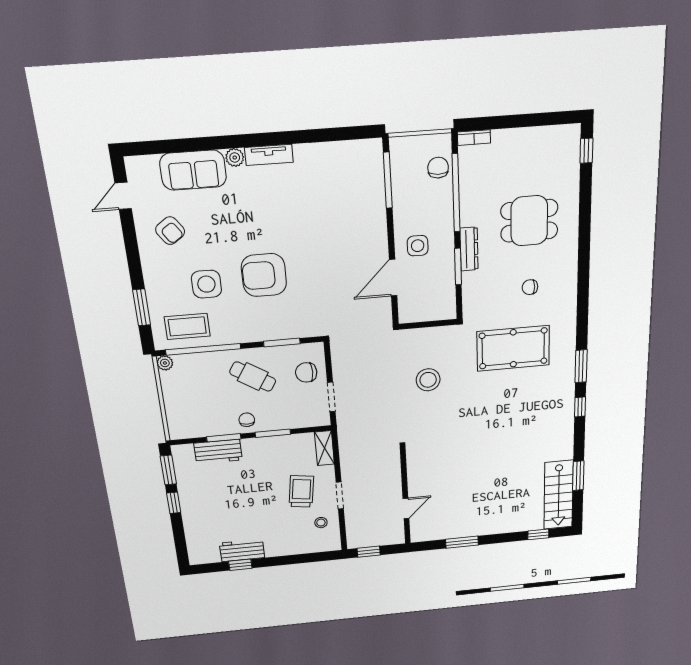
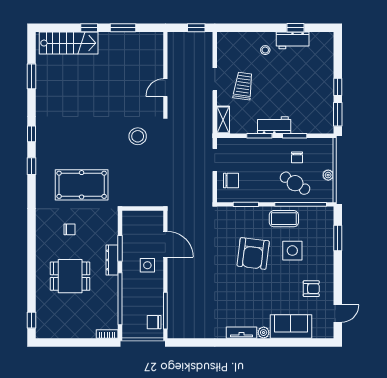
chair: (438, 168) -> (154, 322), moved, turned 89
armchair: (170, 231) -> (311, 289), turned 125
armchair: (264, 275) -> (253, 253), turned 97
door: (393, 278) -> (165, 244), hinge flipped
coffee table: (187, 326) -> (284, 219), moved
plant: (165, 363) -> (328, 175), moved
window: (581, 366) -> (31, 166), width x0.67
cafe table: (253, 377) -> (295, 183), moved
stool: (428, 380) -> (138, 136), moved
chair: (247, 420) -> (297, 157), moved
workbench: (218, 452) -> (274, 125), moved
trolley: (301, 491) -> (243, 86), turned 180
stairs: (559, 495) -> (69, 43), moved, turned 90
door: (406, 508) -> (165, 88), moved
stool: (321, 523) -> (265, 50), moved
window: (538, 534) -> (89, 28), moved

